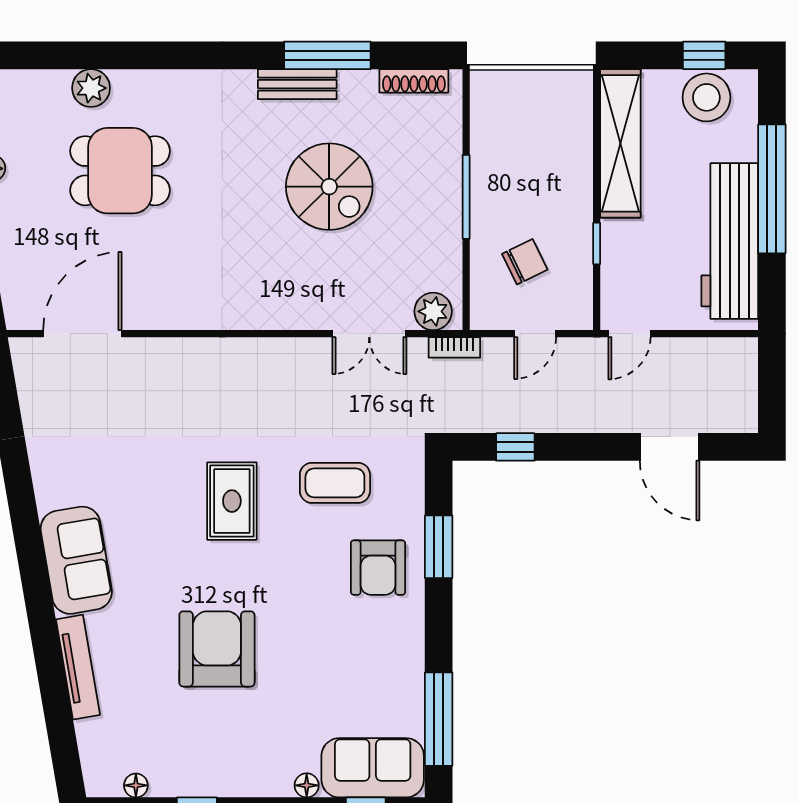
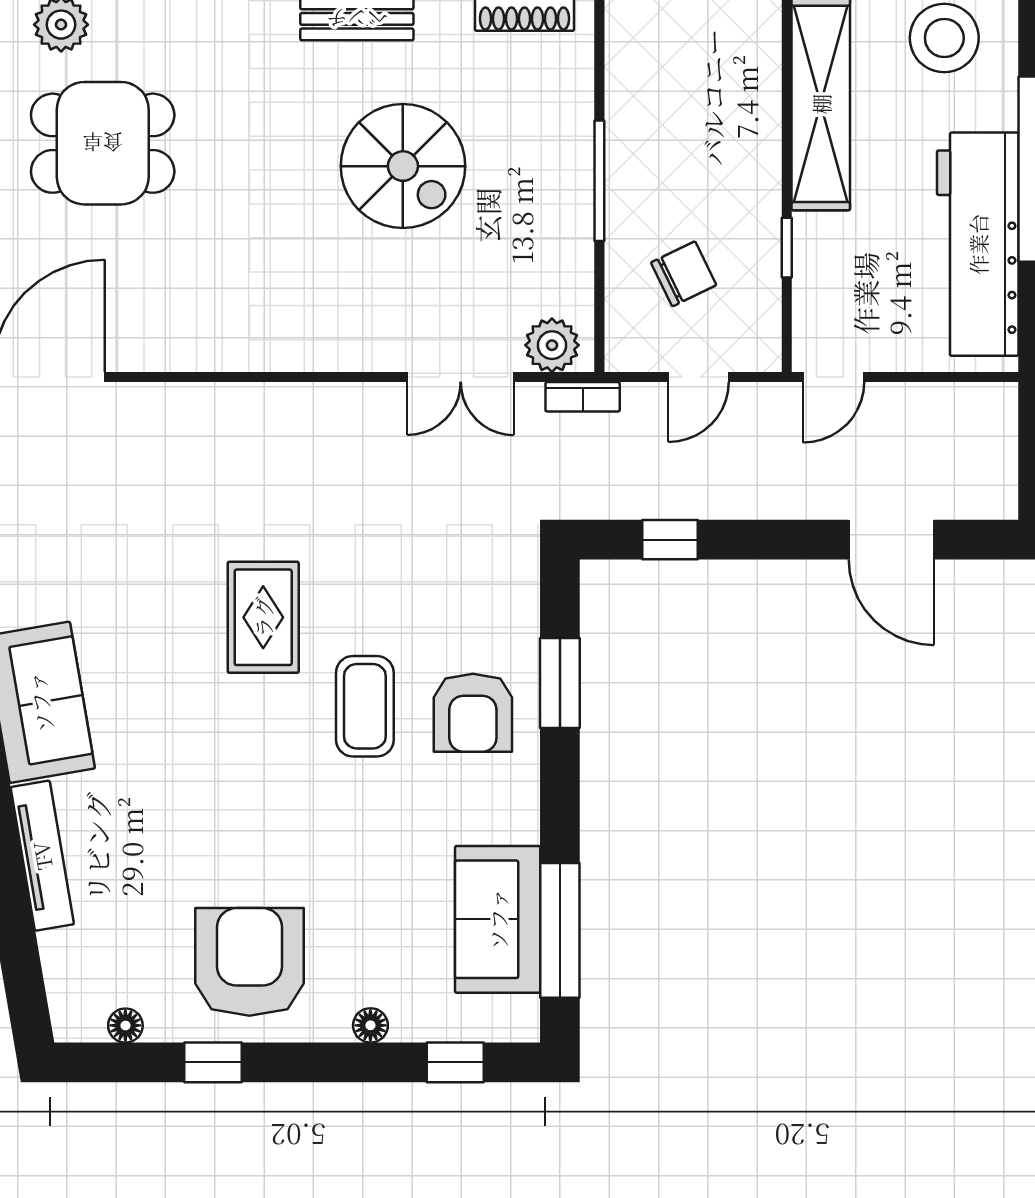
coffee table: (335, 483) -> (365, 706), moved, turned 90
armchair: (217, 649) -> (249, 962), moved
sofa: (373, 768) -> (498, 919), moved, turned -90

